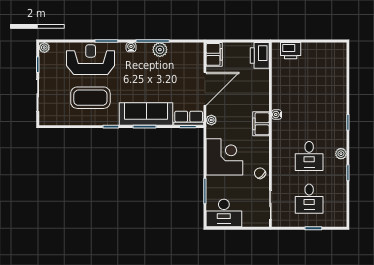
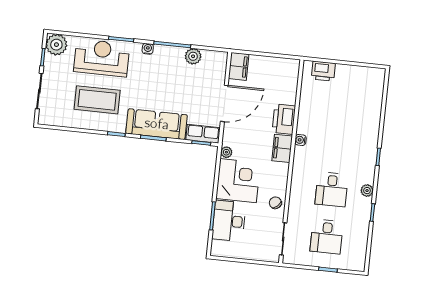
plant: (44, 48) -> (56, 45), width x1.88, depth x1.88
plant: (160, 50) -> (193, 56), moved
printer: (260, 55) -> (284, 119), moved
plant: (211, 120) -> (226, 152), moved
desk: (224, 213) -> (229, 221), moved, turned 90

